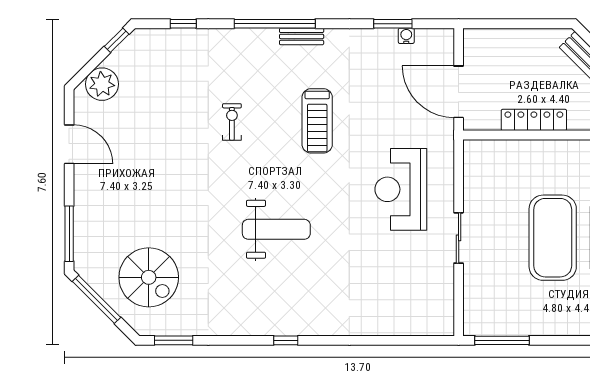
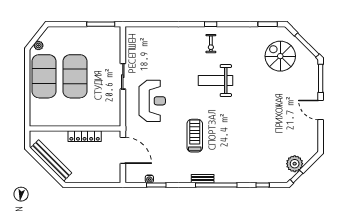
plant: (102, 84) -> (295, 164), moved
exercise bike: (232, 122) -> (211, 44), moved
door: (69, 144) -> (321, 110), moved

